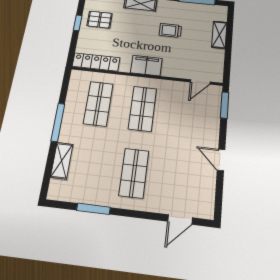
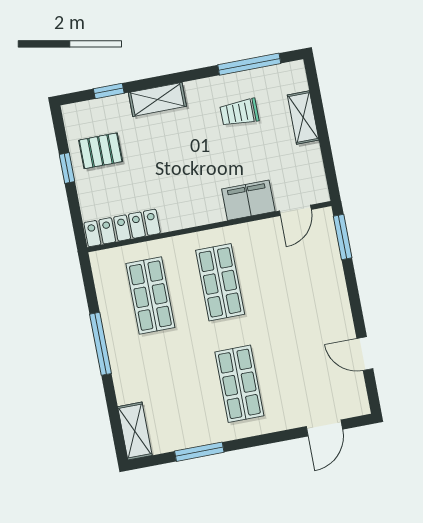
trolley: (170, 30) -> (239, 113), moved
filing cabinet: (146, 66) -> (248, 200), moved
door: (221, 160) -> (365, 354), moved
shelving: (62, 161) -> (135, 431), moved

